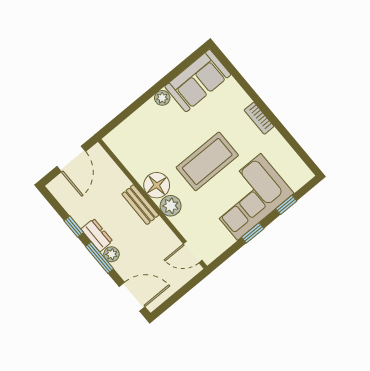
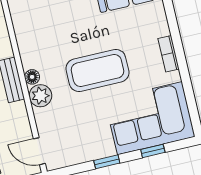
floor lamp: (157, 185) -> (32, 77), width x0.53, depth x0.53
corner sofa: (249, 197) -> (150, 118), moved

